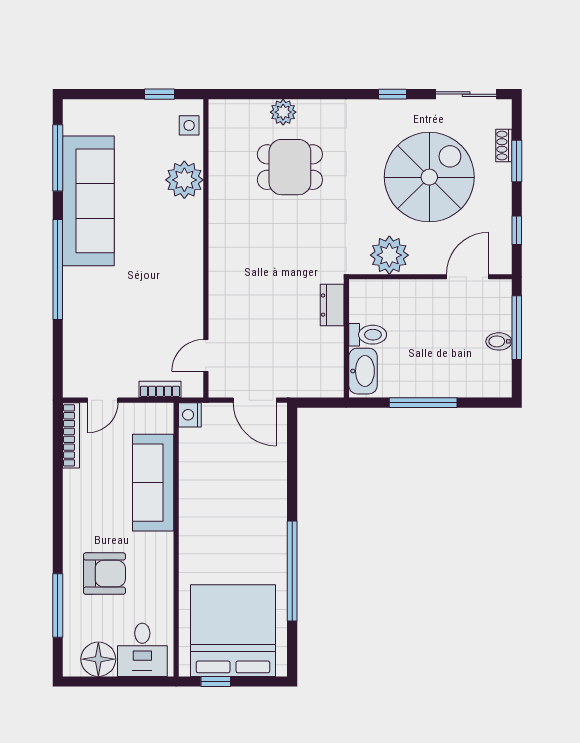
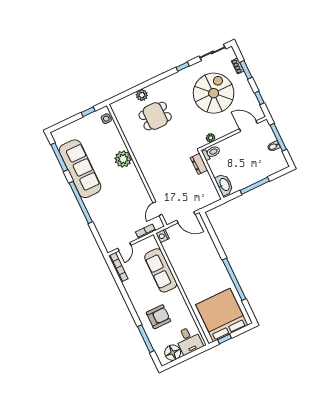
plant: (184, 180) -> (123, 159), moved
plant: (389, 255) -> (211, 138), width x0.53, depth x0.53
door: (468, 277) -> (248, 126), hinge flipped
toilet: (368, 335) -> (211, 153), moved

